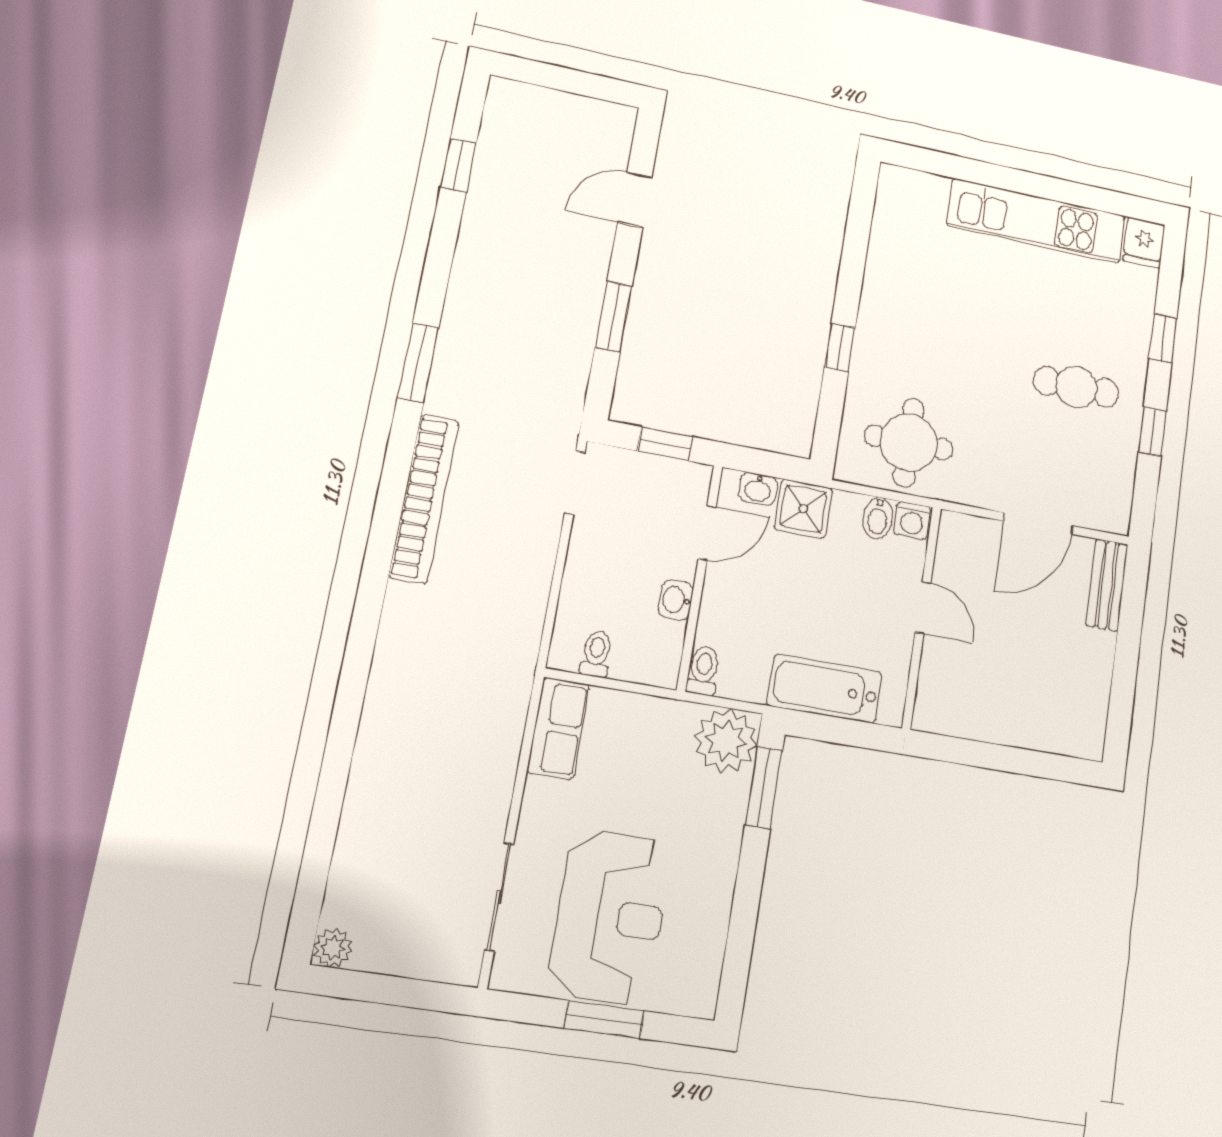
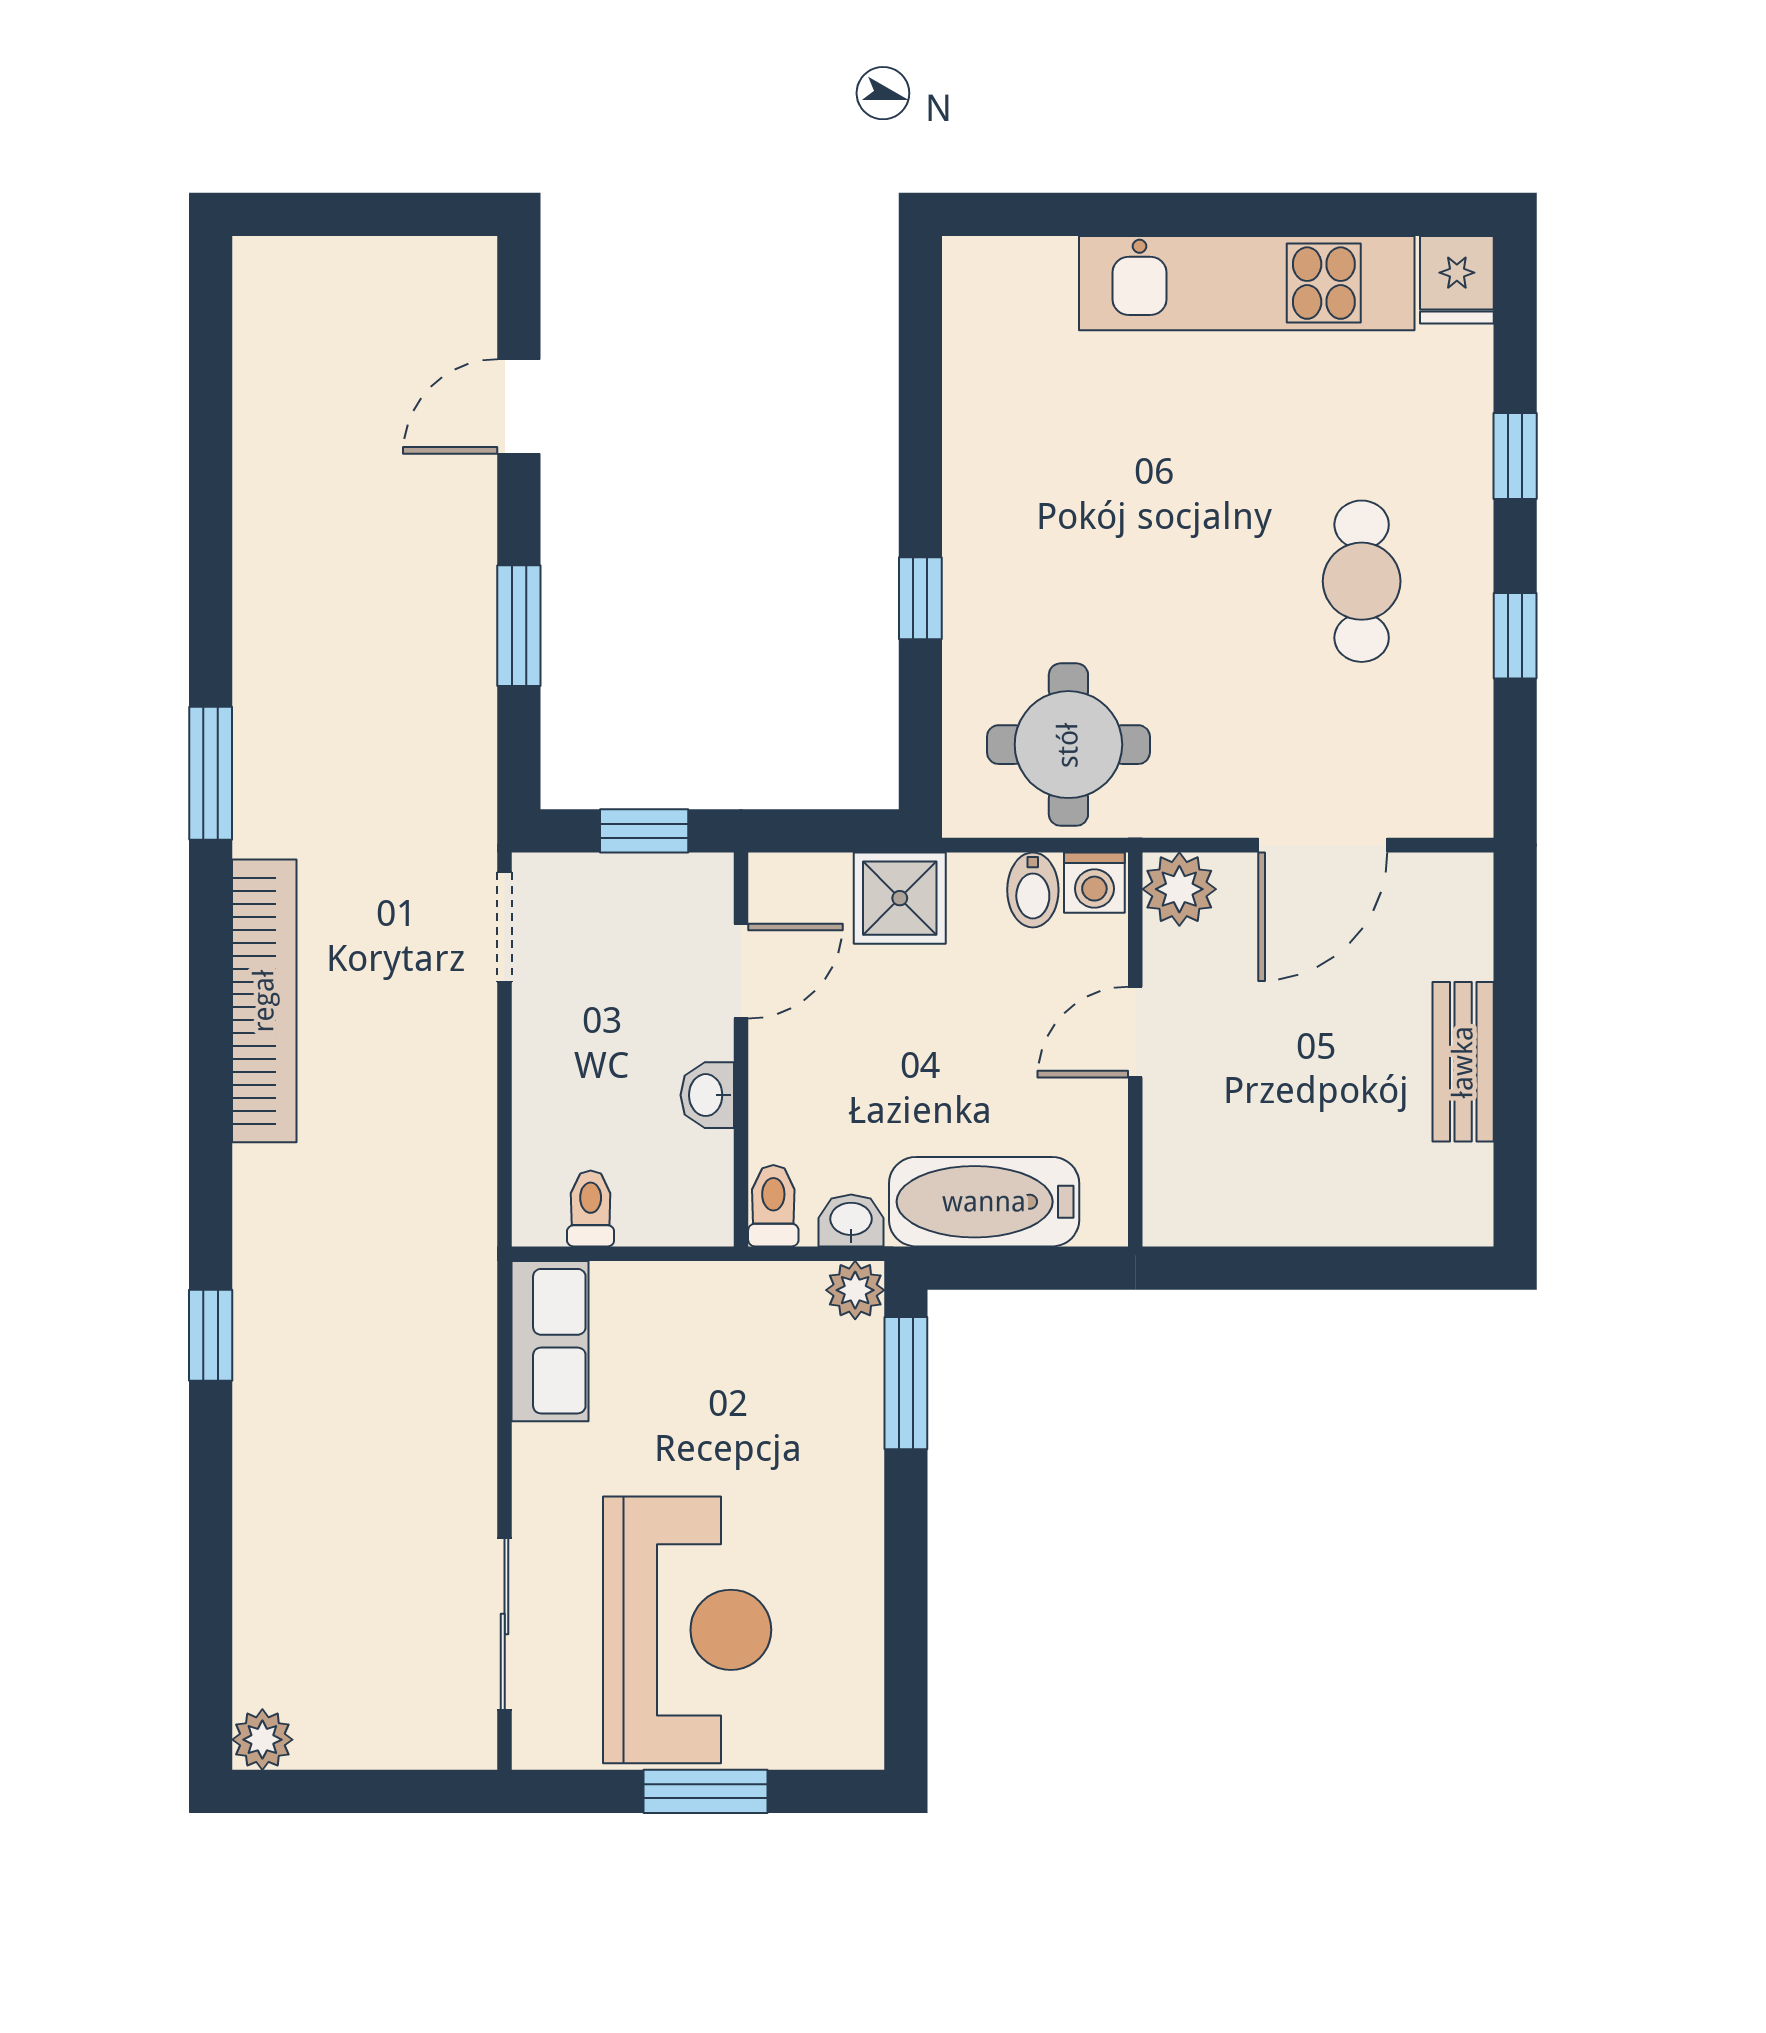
window: (458, 165) -> (211, 1335), moved
cafe table: (1076, 387) -> (1362, 581), turned 90
washbasin: (758, 489) -> (851, 1220), moved, turned 180
plant: (958, 533) -> (1179, 889), added
bench: (1107, 585) -> (1463, 1062), moved
door: (923, 608) -> (1135, 1032), swing flipped
plant: (726, 740) -> (855, 1290), width x0.53, depth x0.53

